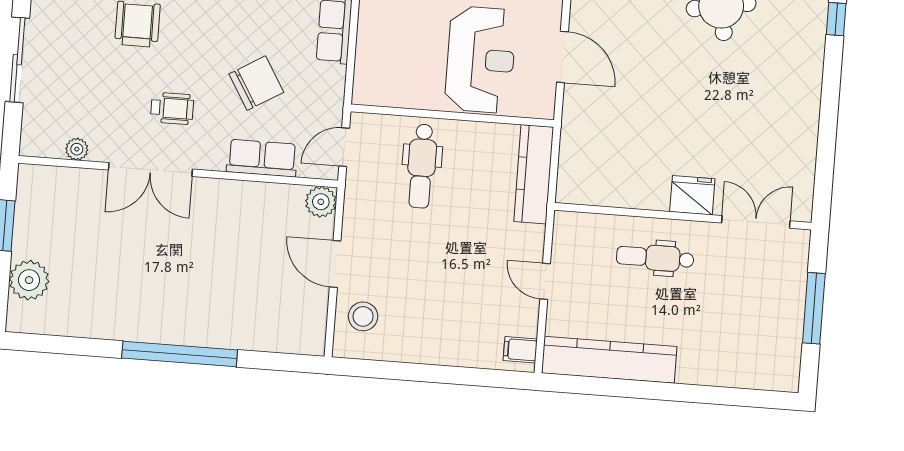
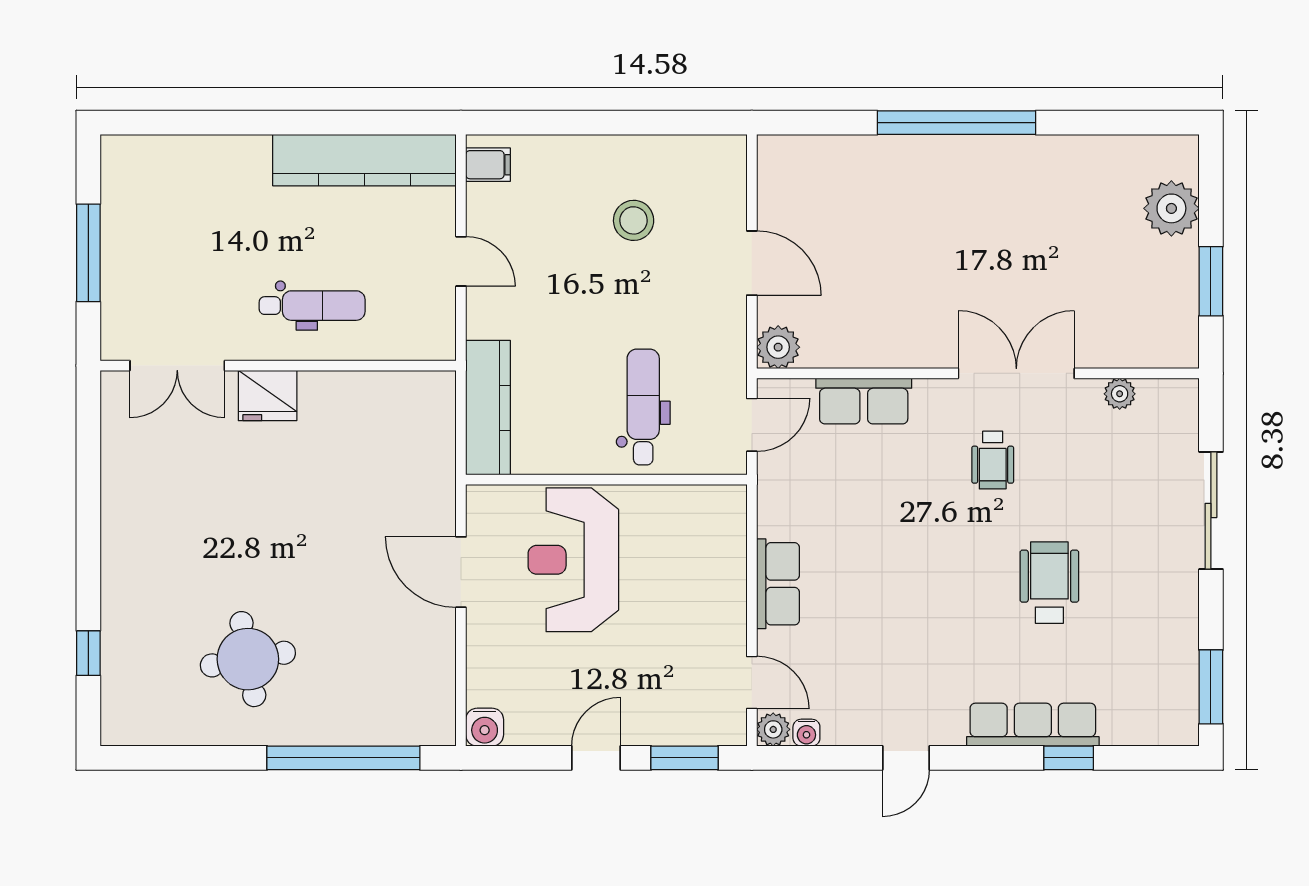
chair: (256, 83) -> (880, 504), removed
wheelchair: (172, 108) -> (993, 460), turned -90
stool: (363, 316) -> (634, 220), moved

